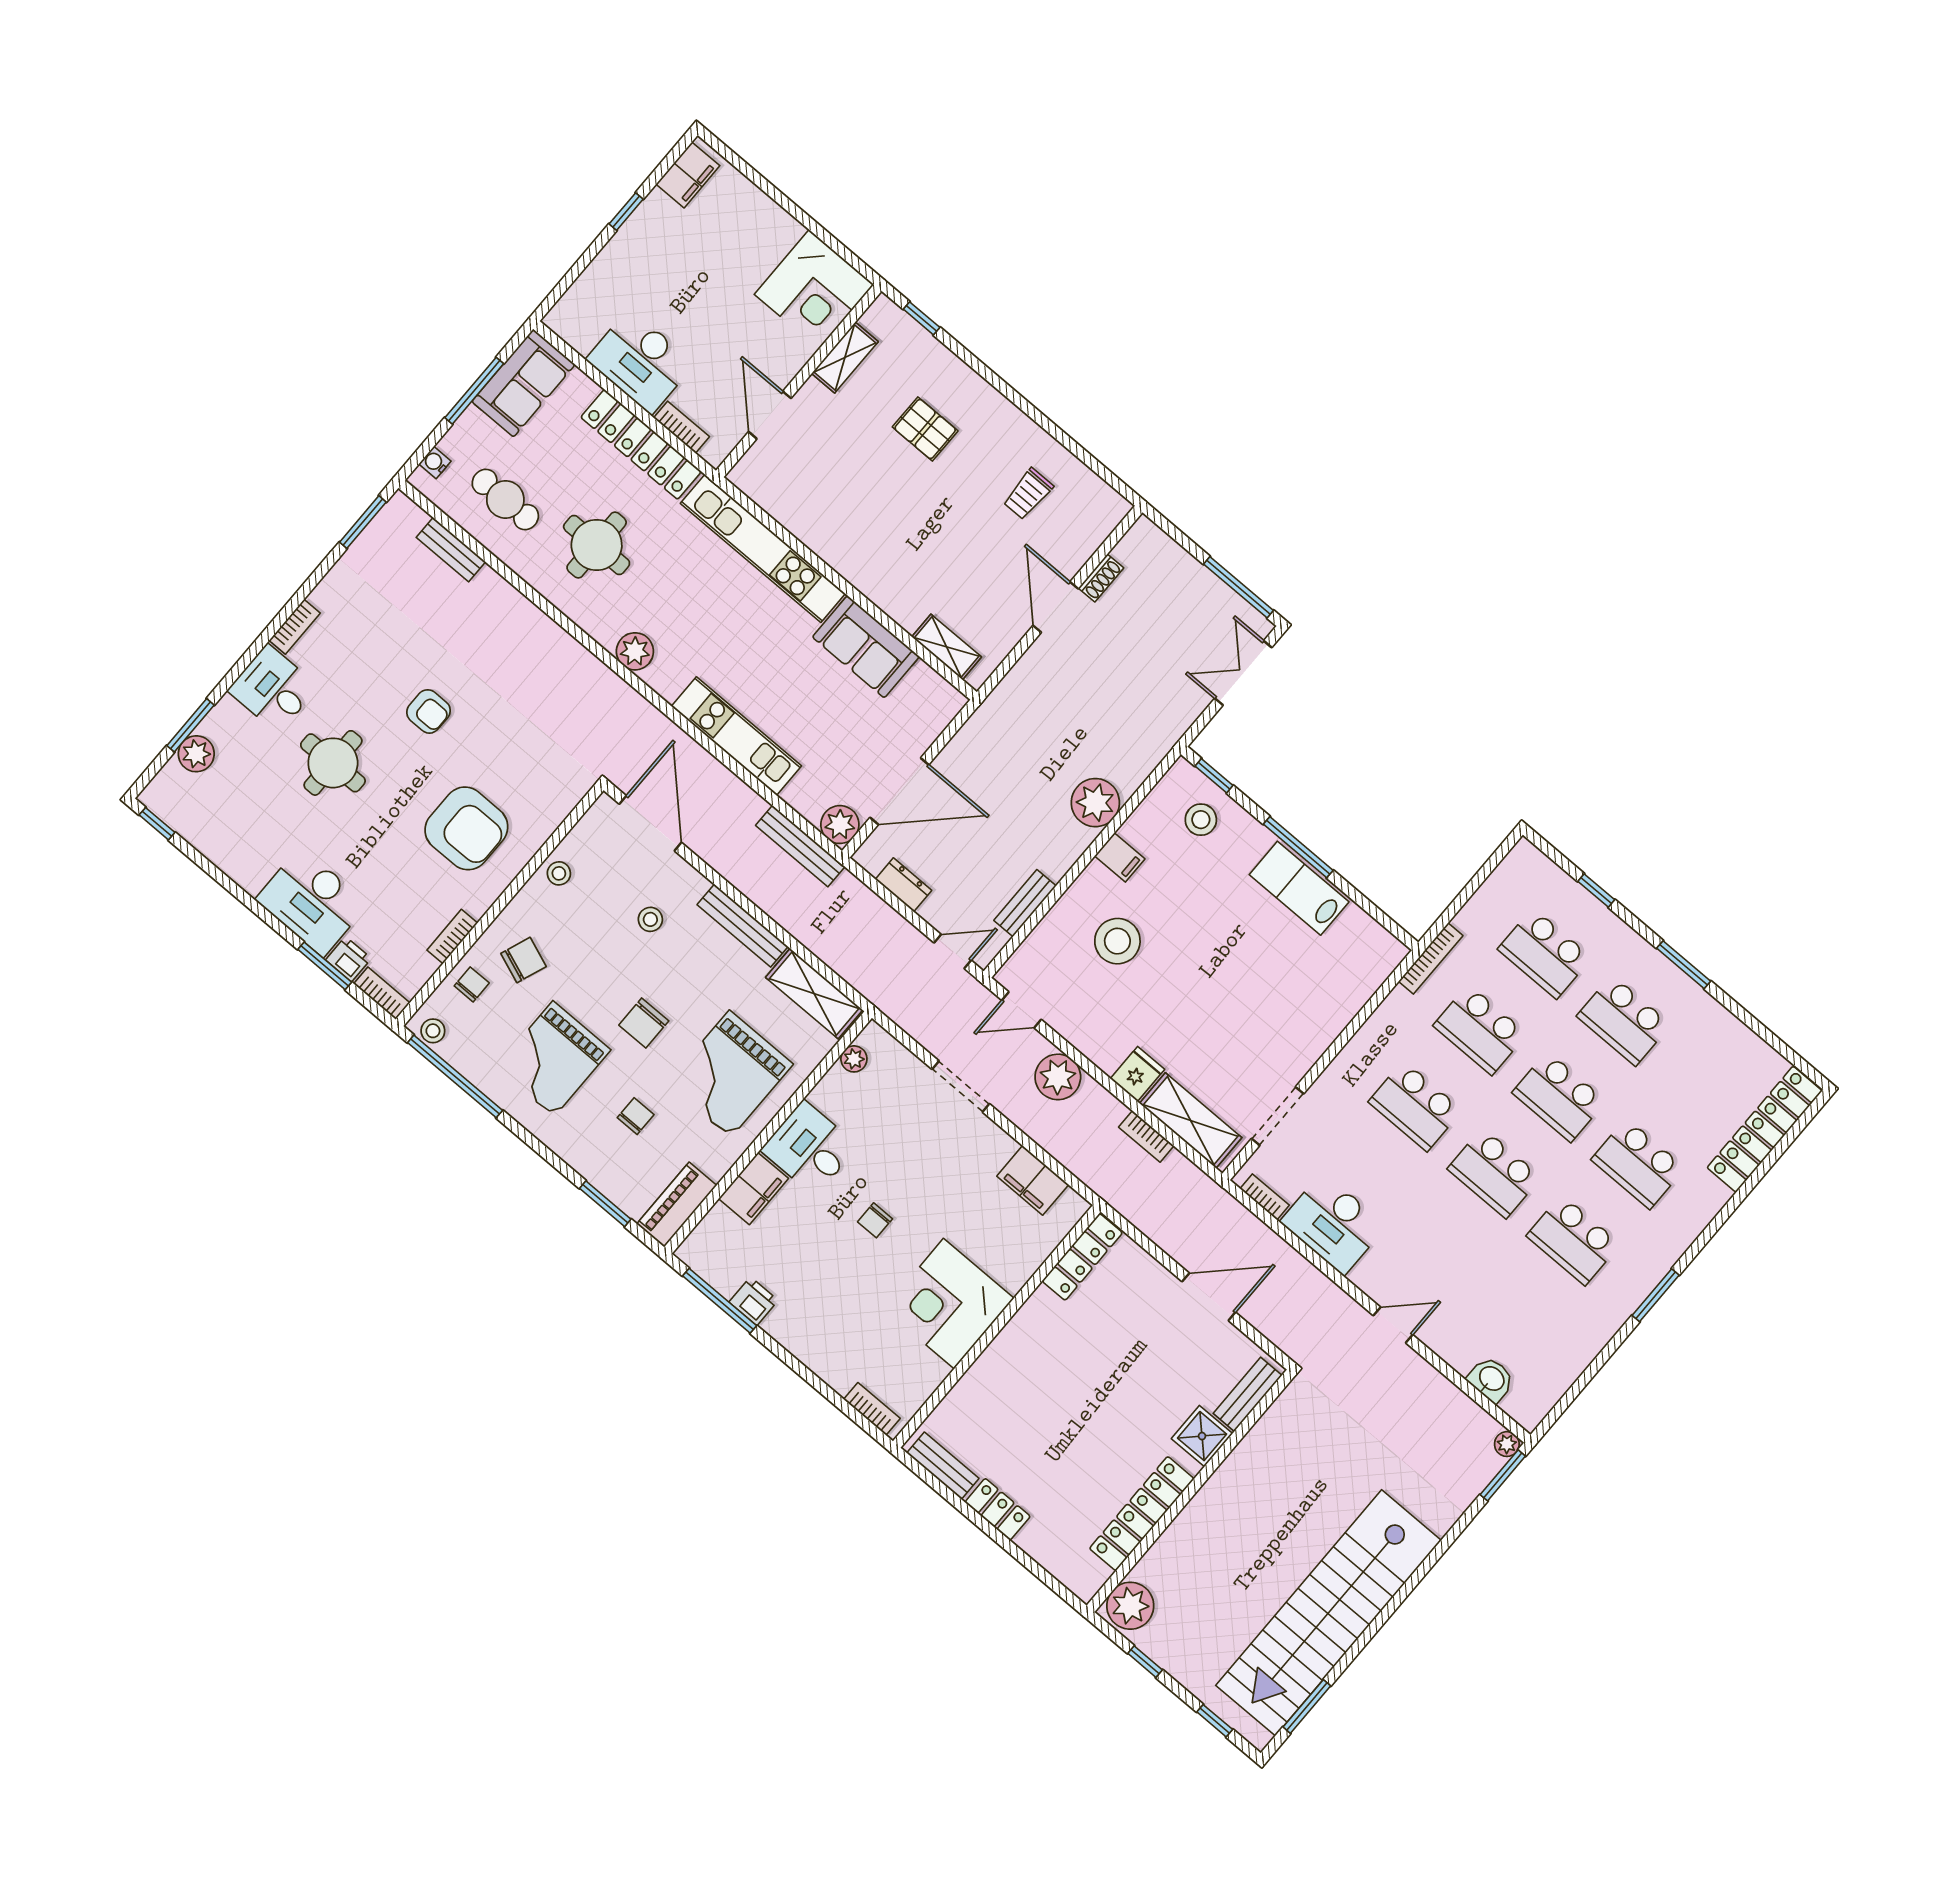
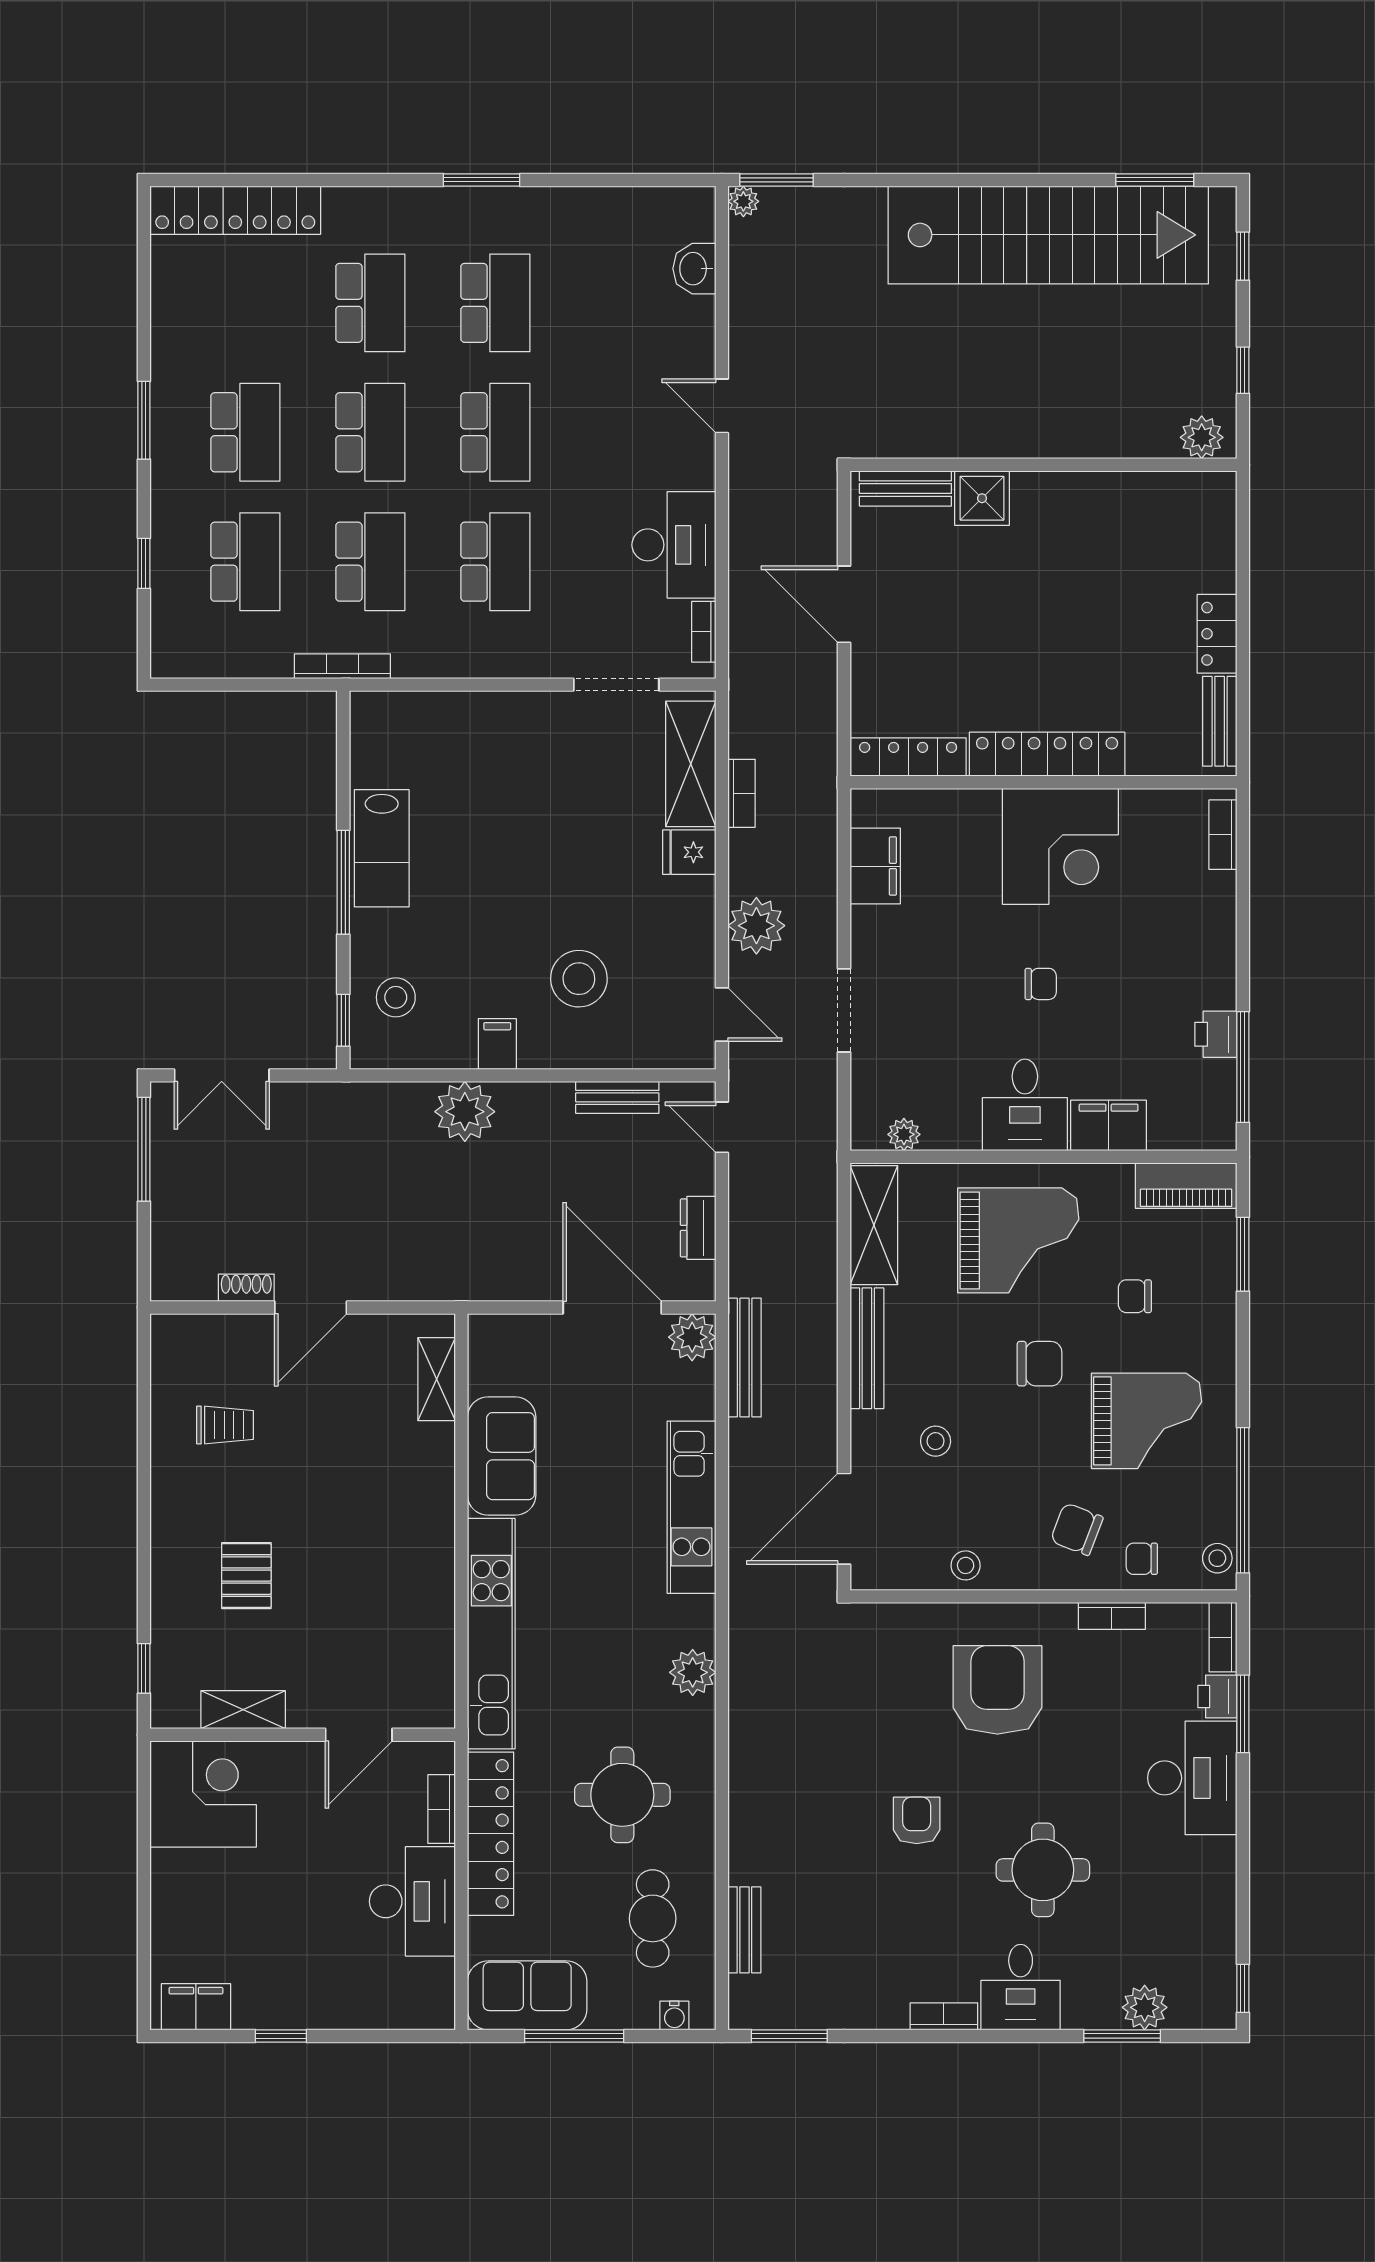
locker: (1142, 1514) -> (1047, 754), moved, turned 180
plant: (1130, 1606) -> (1202, 437), width x0.73, depth x0.73

